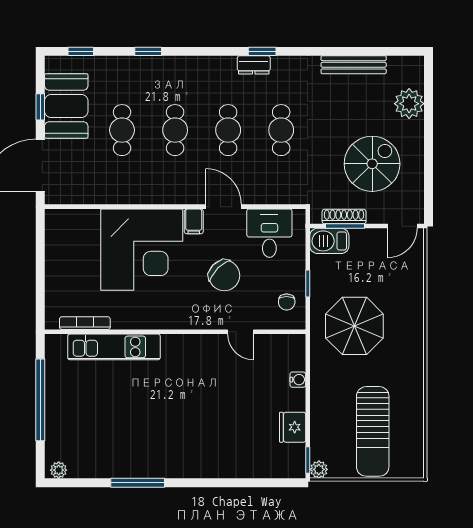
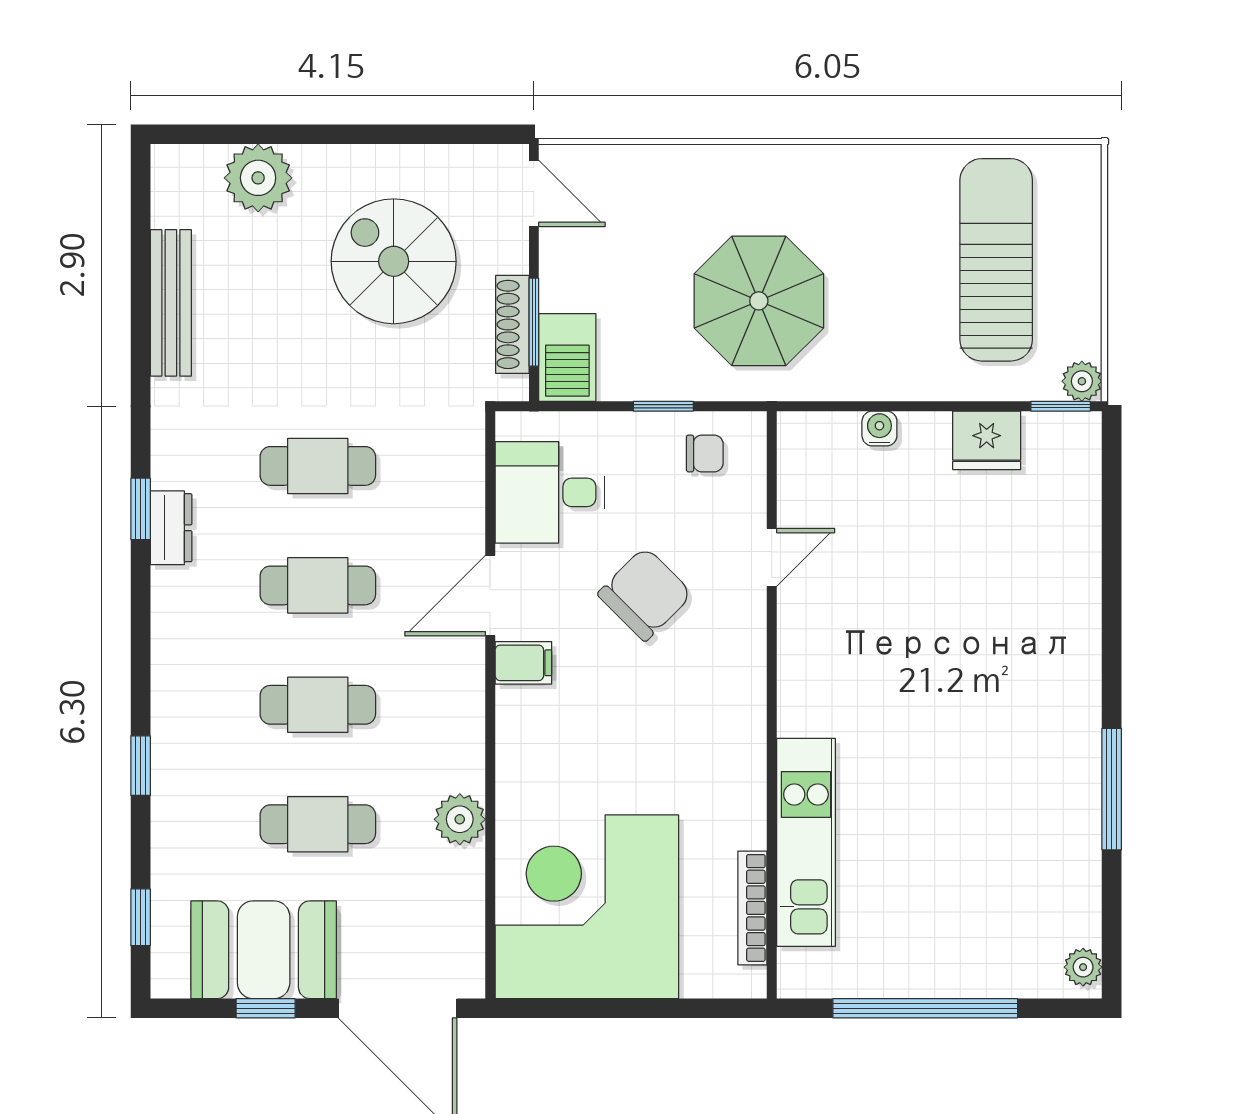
plant: (124, 193) -> (460, 819), added
corner desk: (142, 250) -> (587, 907), moved, turned -90
sun lounger: (373, 431) -> (996, 260), turned -90

